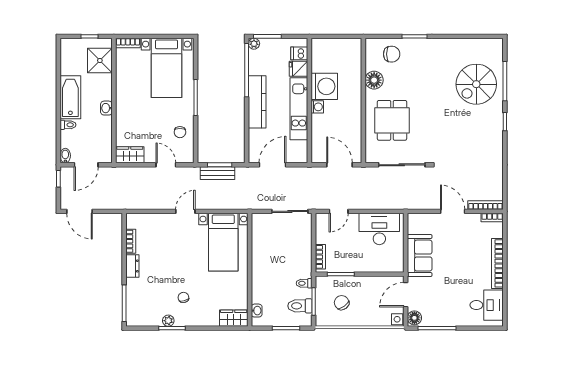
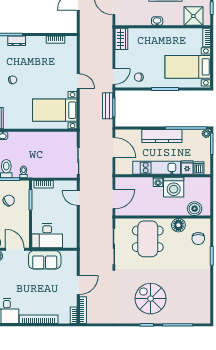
boiler: (352, 59) -> (195, 209), added
spiral stairs: (476, 84) -> (151, 299), moved
dining table: (392, 120) -> (148, 239), width x1.37
door: (166, 165) -> (114, 77), moved
desk: (379, 229) -> (47, 236), moved, turned 90
dresser: (132, 266) -> (17, 41), moved

